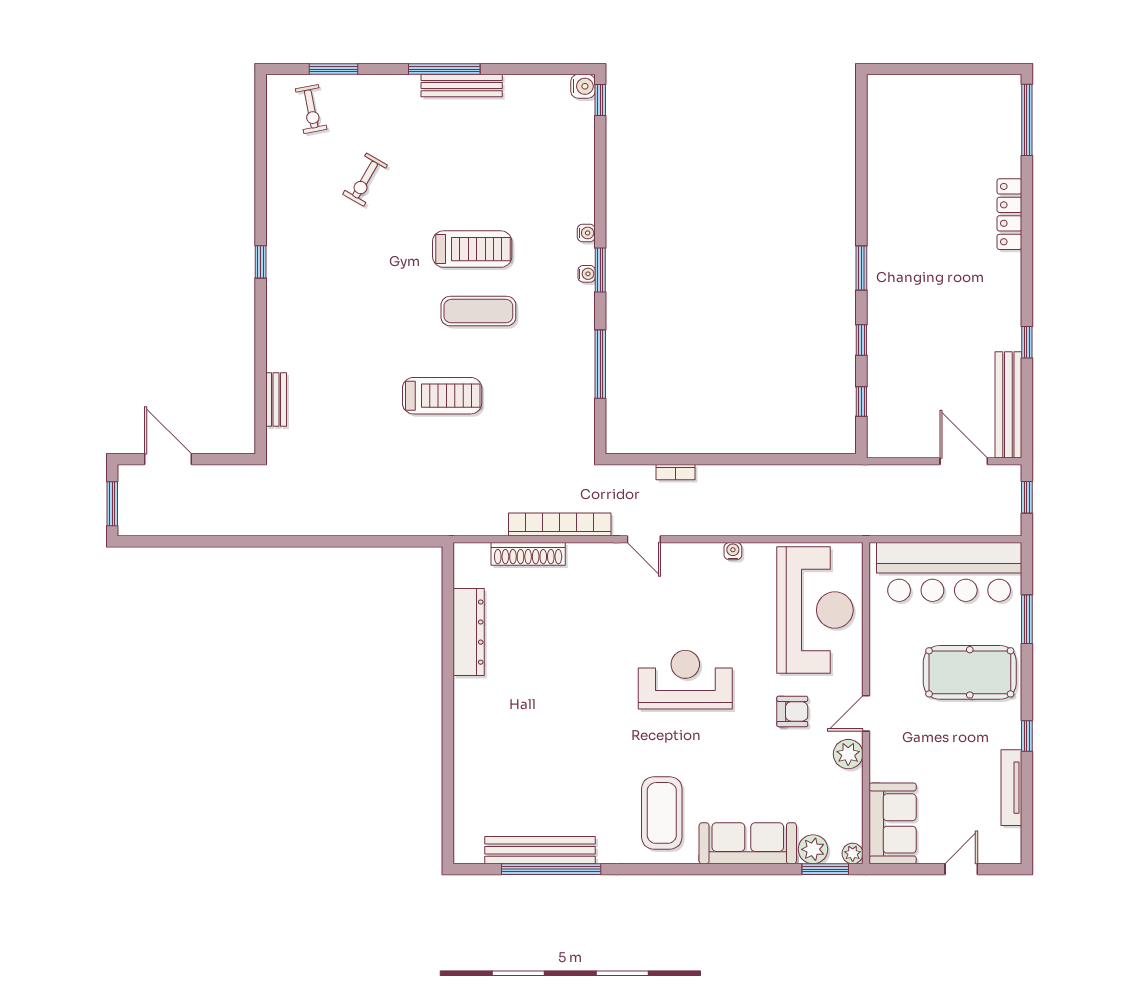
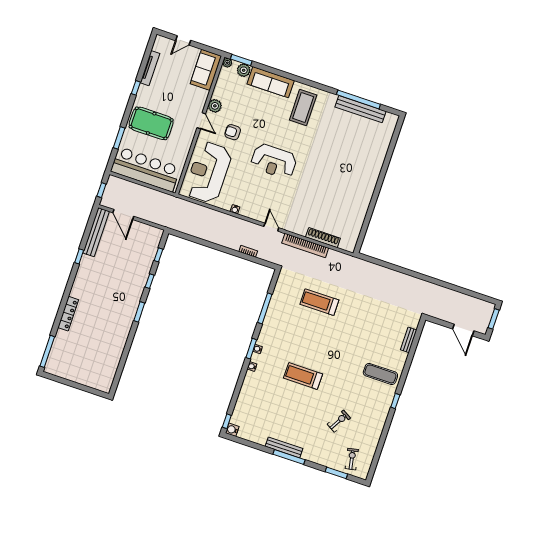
exercise mat: (478, 311) -> (380, 374), moved
treadmill: (442, 396) -> (319, 302), moved
dresser: (469, 632) -> (360, 213), removed
door: (866, 713) -> (201, 121), hinge flipped

